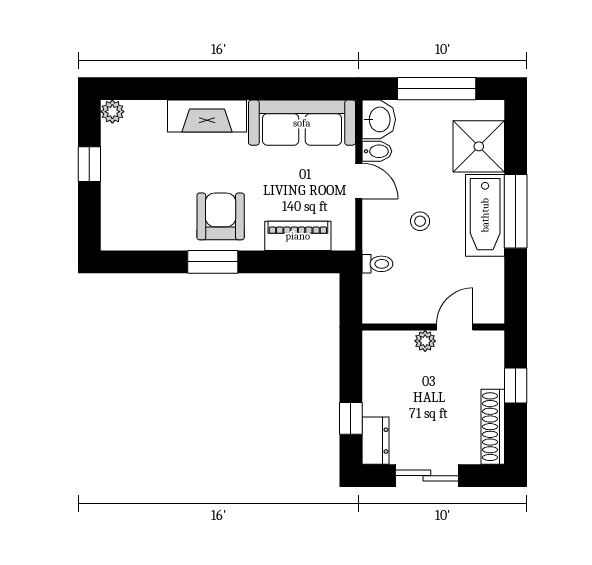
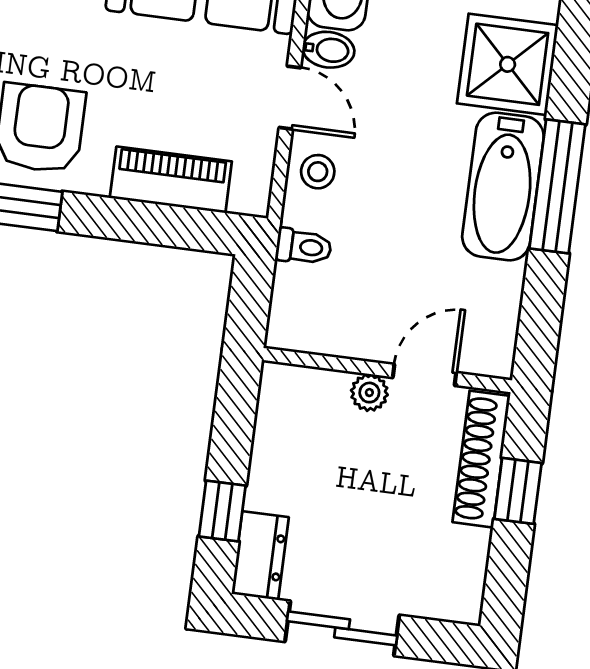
stool: (420, 221) -> (318, 172), moved
shoe rack: (493, 427) -> (481, 459), moved

